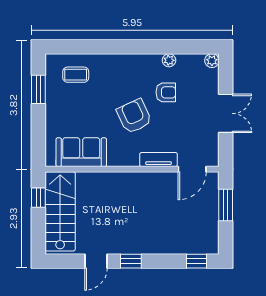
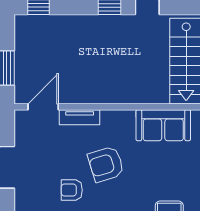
armchair: (134, 116) -> (106, 164), turned 98

